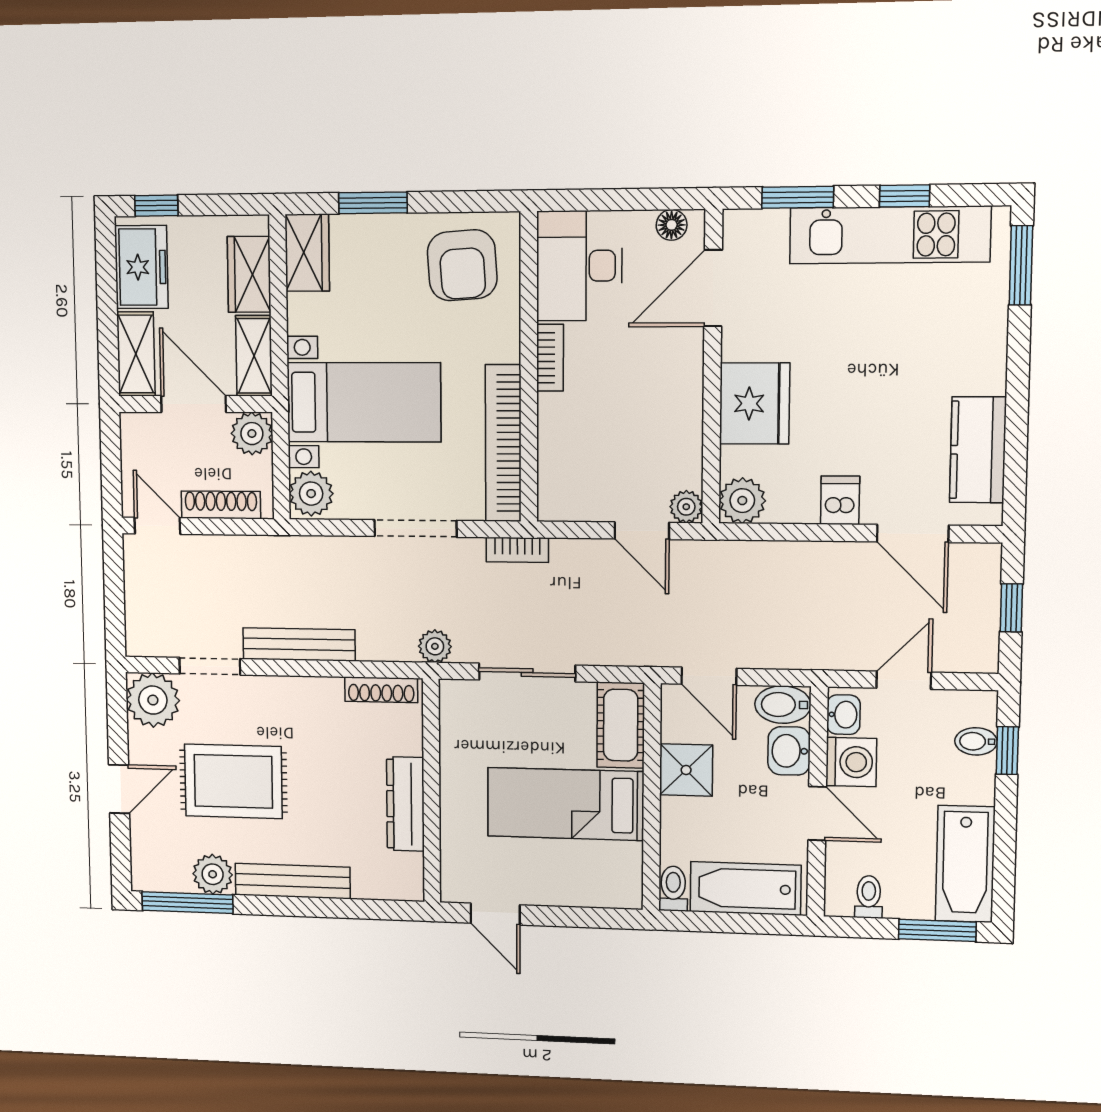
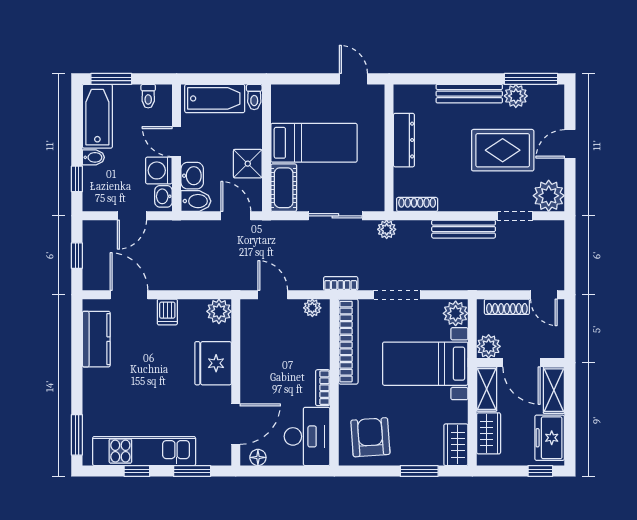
plant: (686, 507) -> (312, 308), moved
bidet: (976, 741) -> (93, 157), moved

